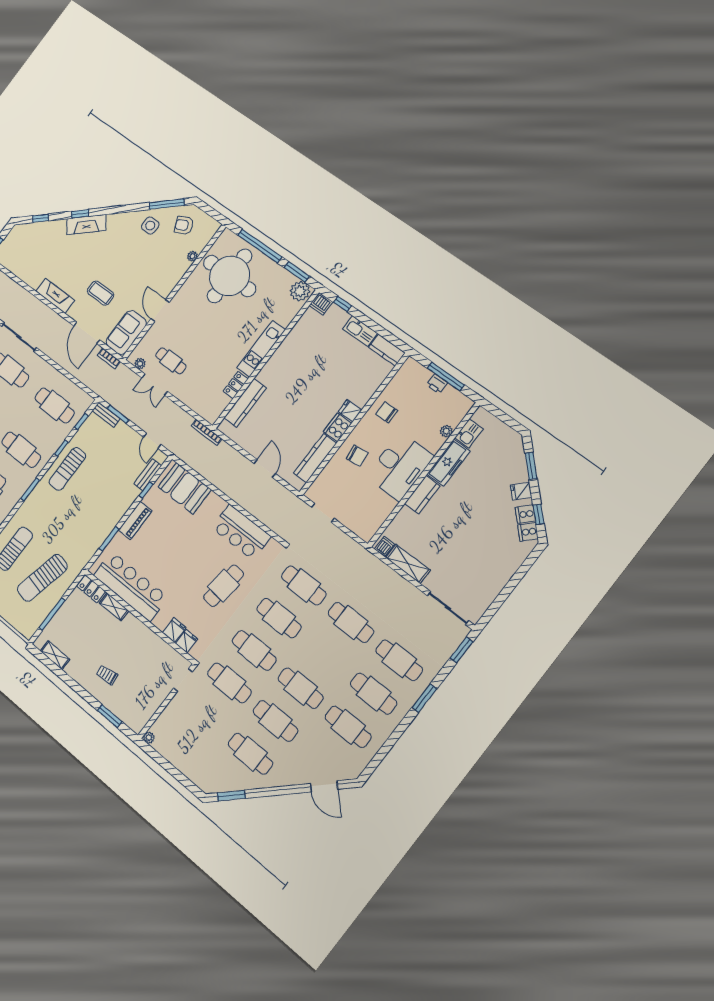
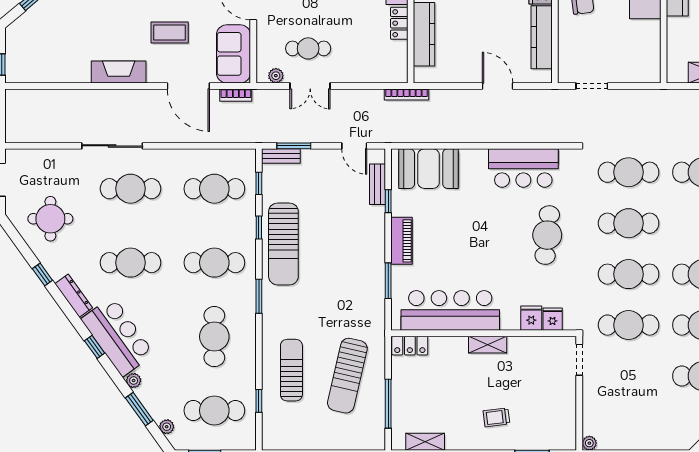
sun lounger: (67, 469) -> (283, 244), width x1.36, depth x1.34
dishwasher: (384, 546) -> (679, 73), removed
shelving: (114, 607) -> (488, 345), moved

